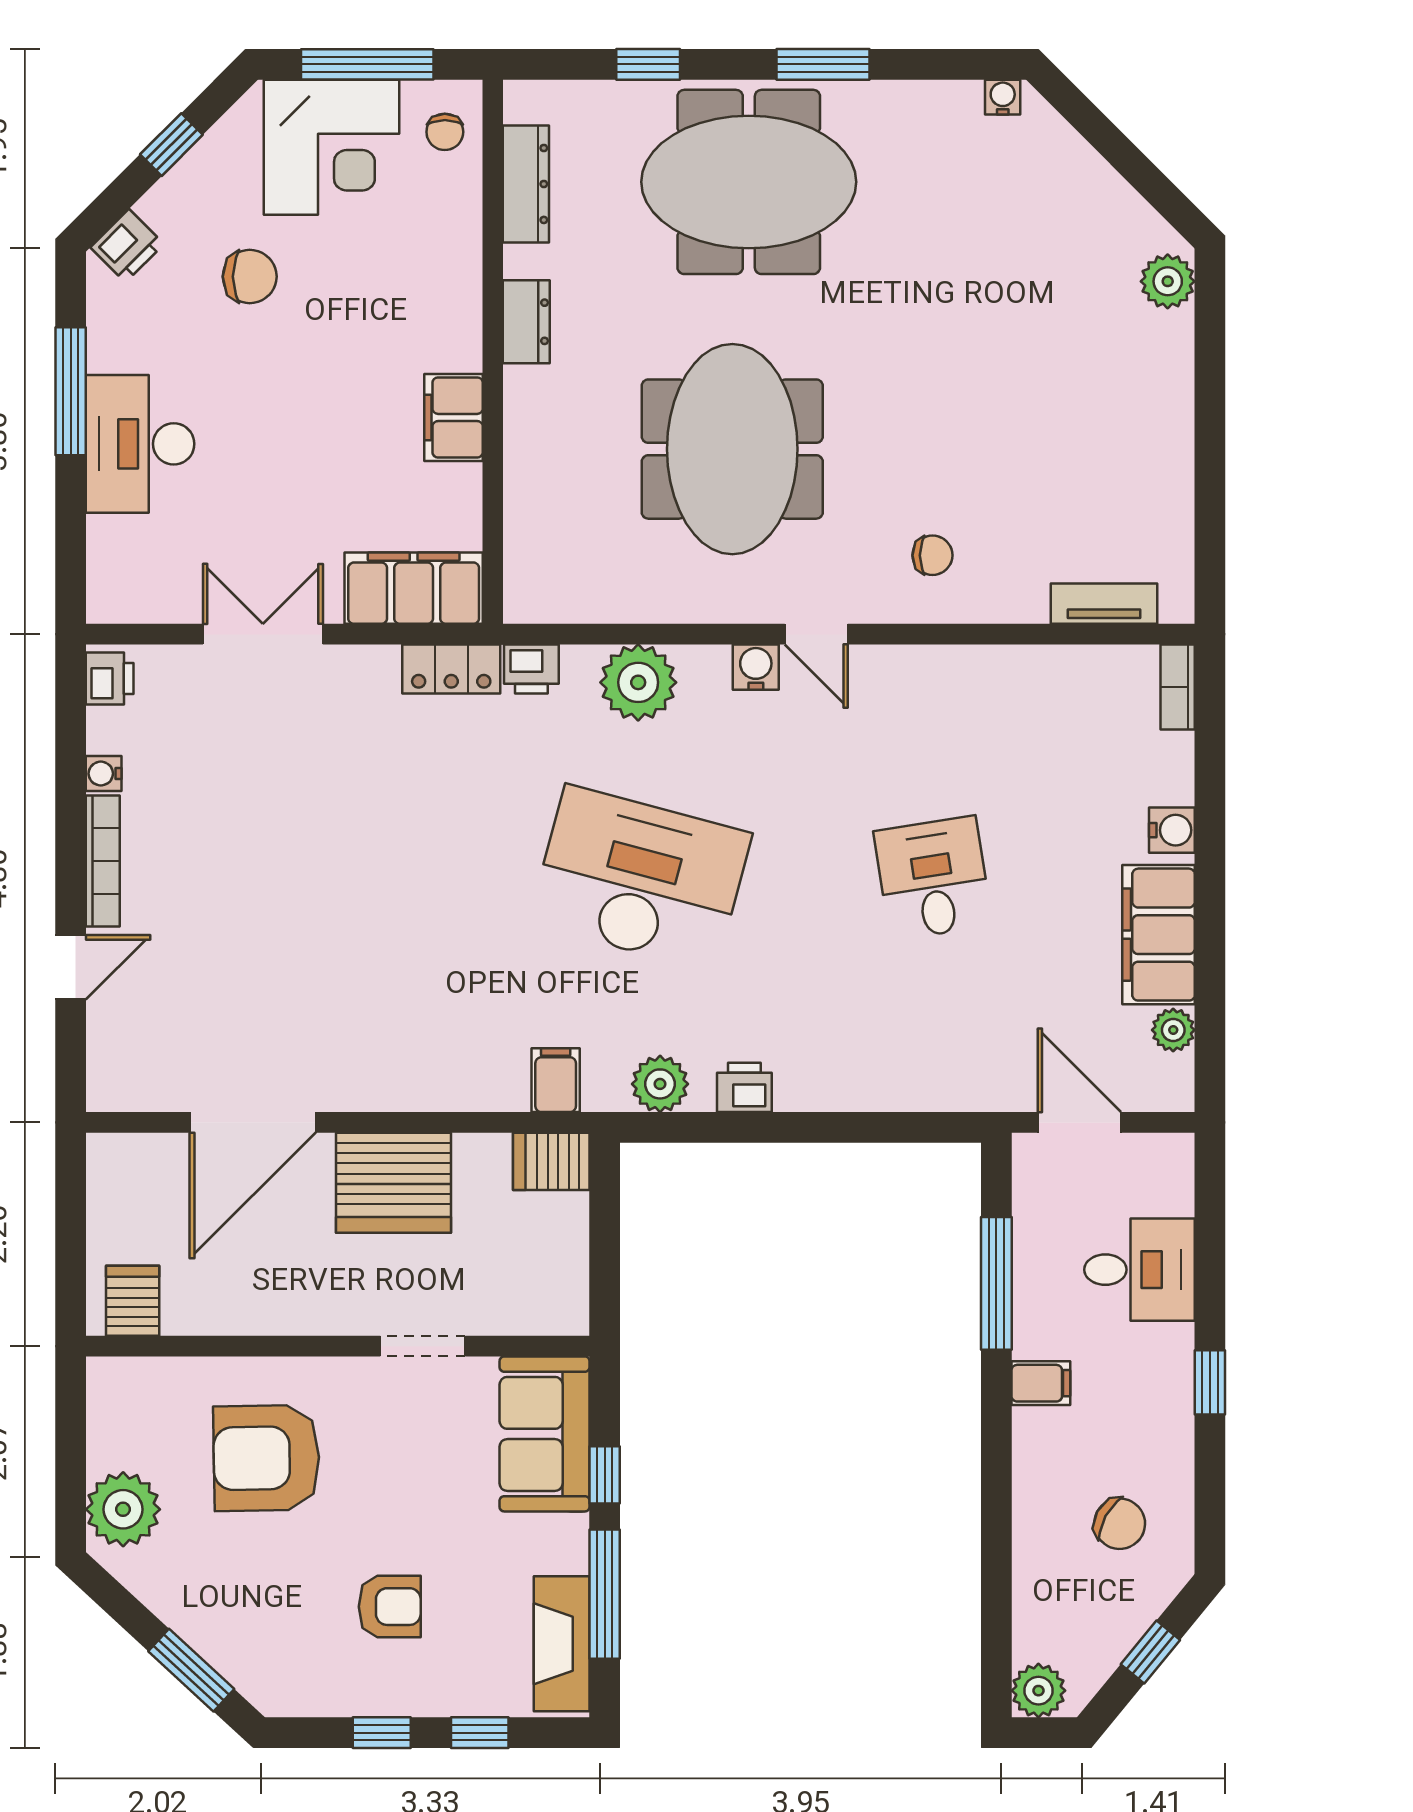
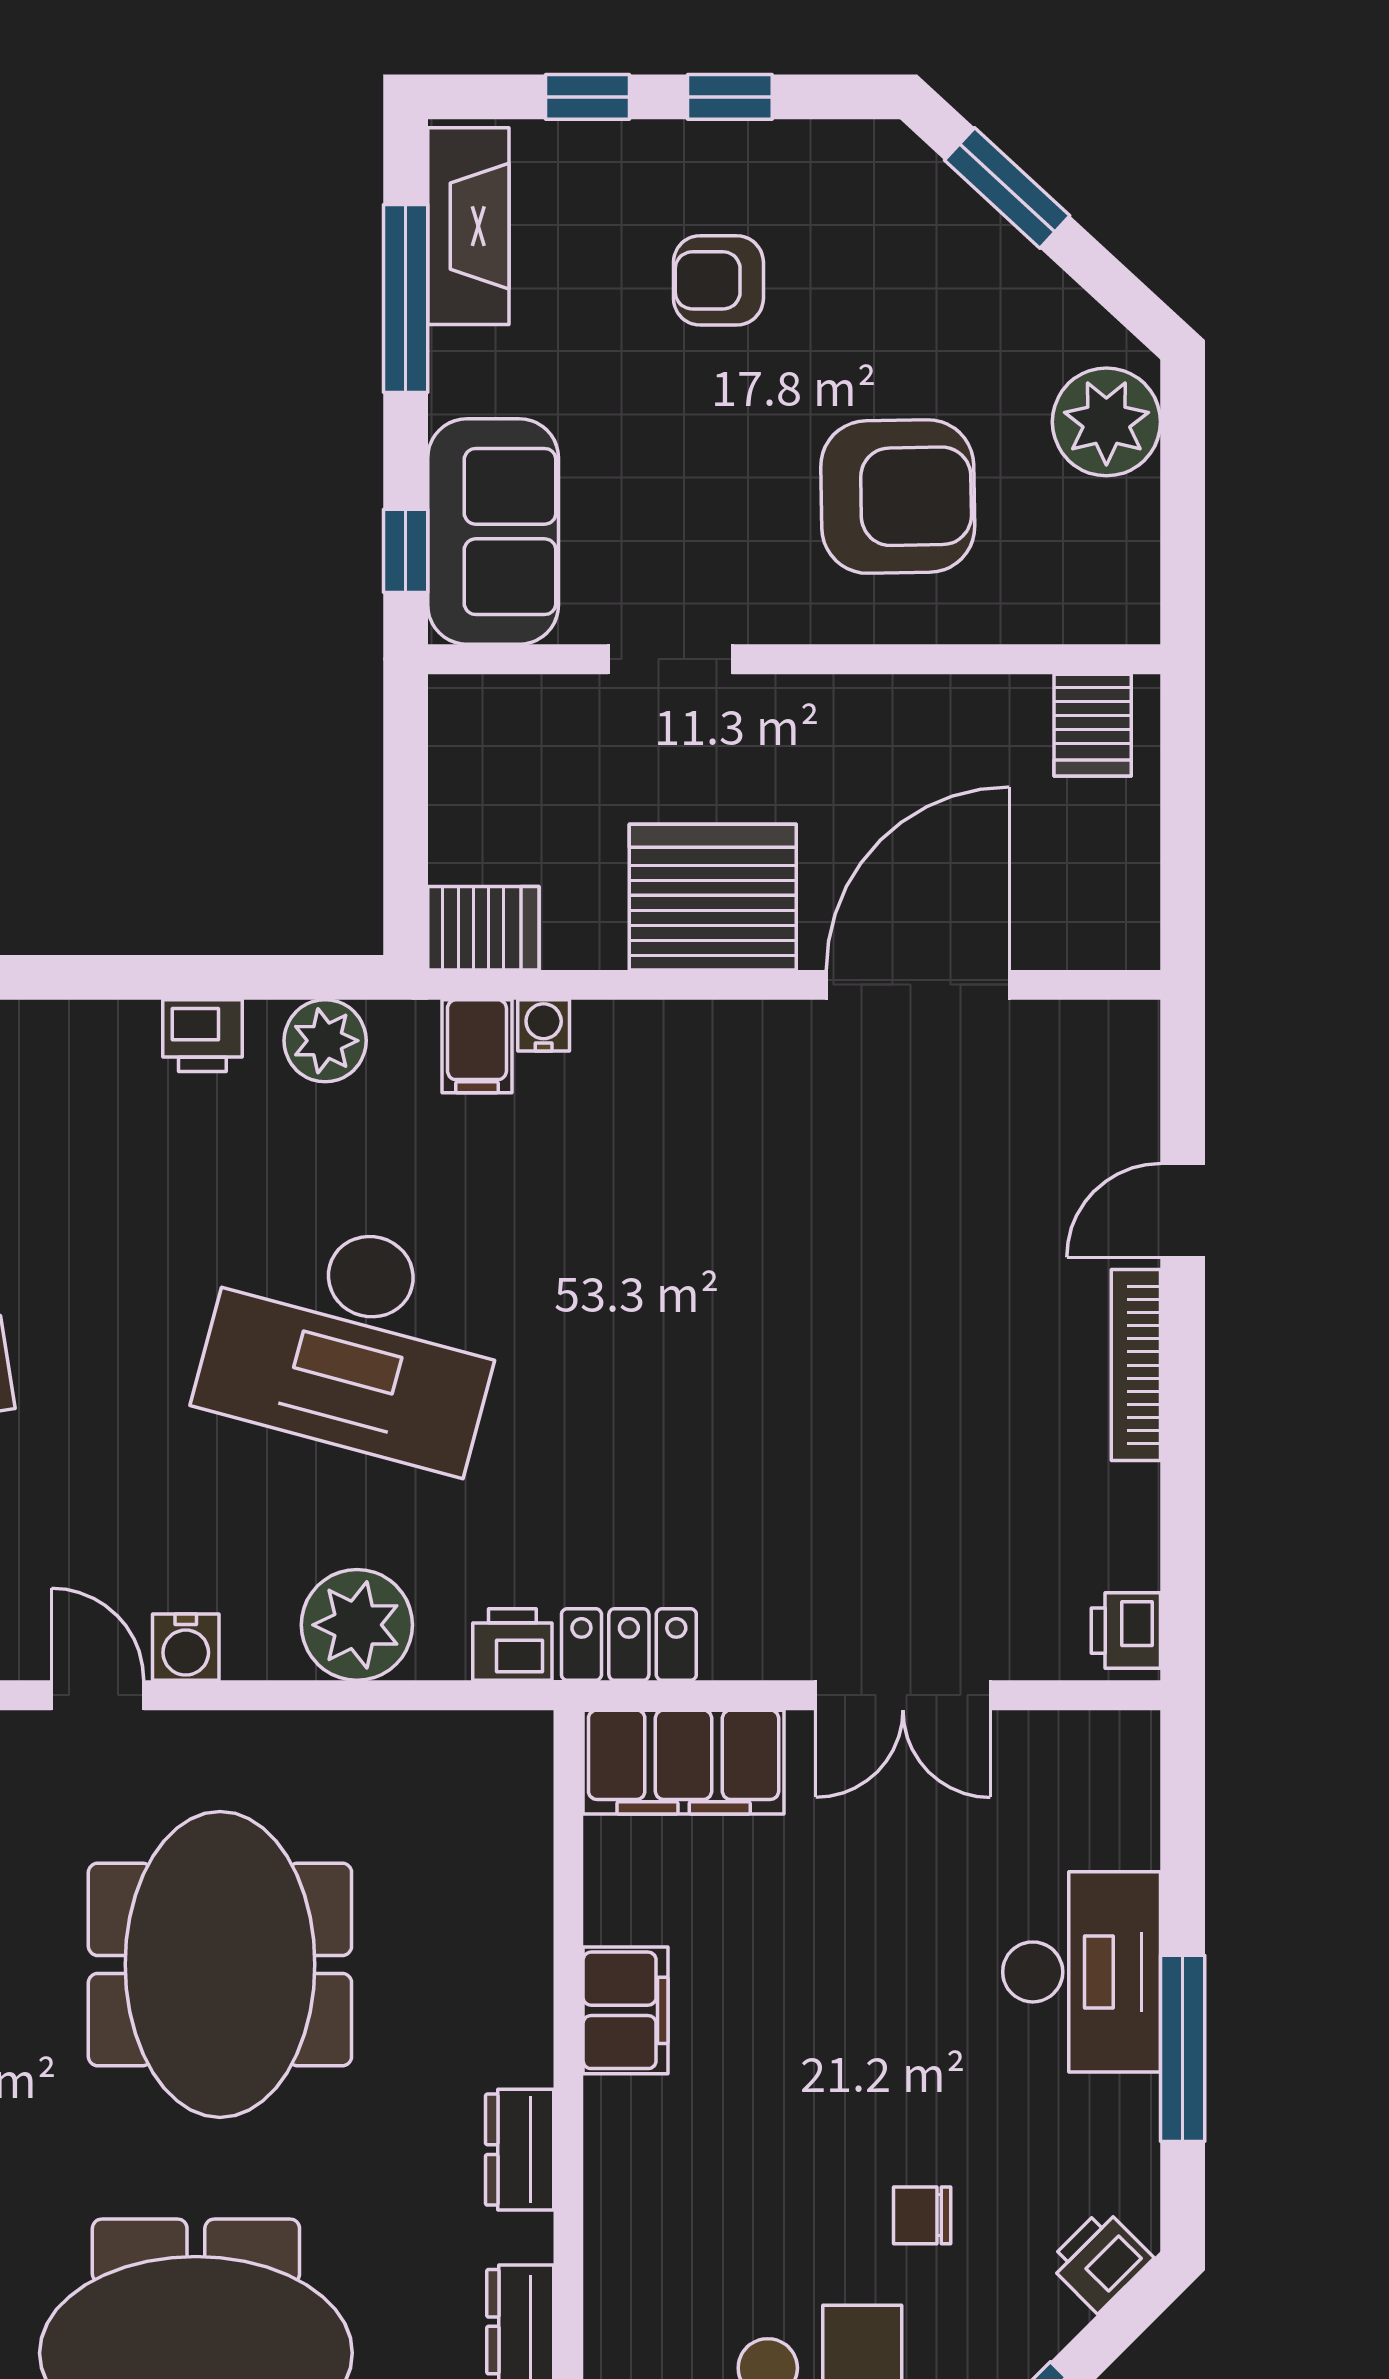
chair: (250, 277) -> (922, 2215), width x0.73, depth x0.73
water cooler: (104, 774) -> (544, 1025), moved, turned -90
window: (605, 1475) -> (406, 551), moved

